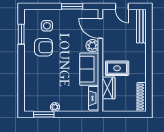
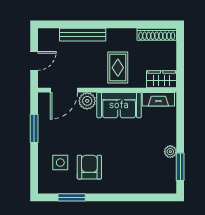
bench: (141, 26) -> (83, 35), moved
wardrobe: (108, 88) -> (162, 79), moved

